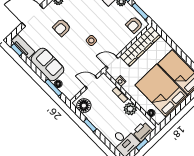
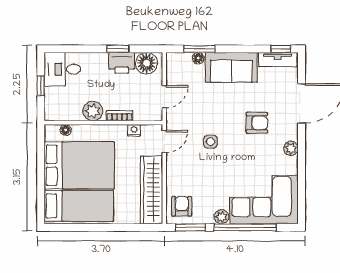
armchair: (62, 28) -> (257, 123), turned 90
printer: (142, 131) -> (122, 63), moved, turned 90

